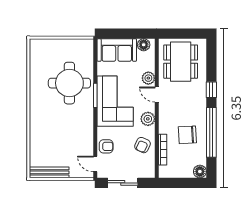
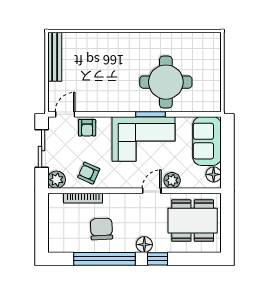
plant: (148, 119) -> (57, 180), moved
floor lamp: (200, 172) -> (144, 245), moved

